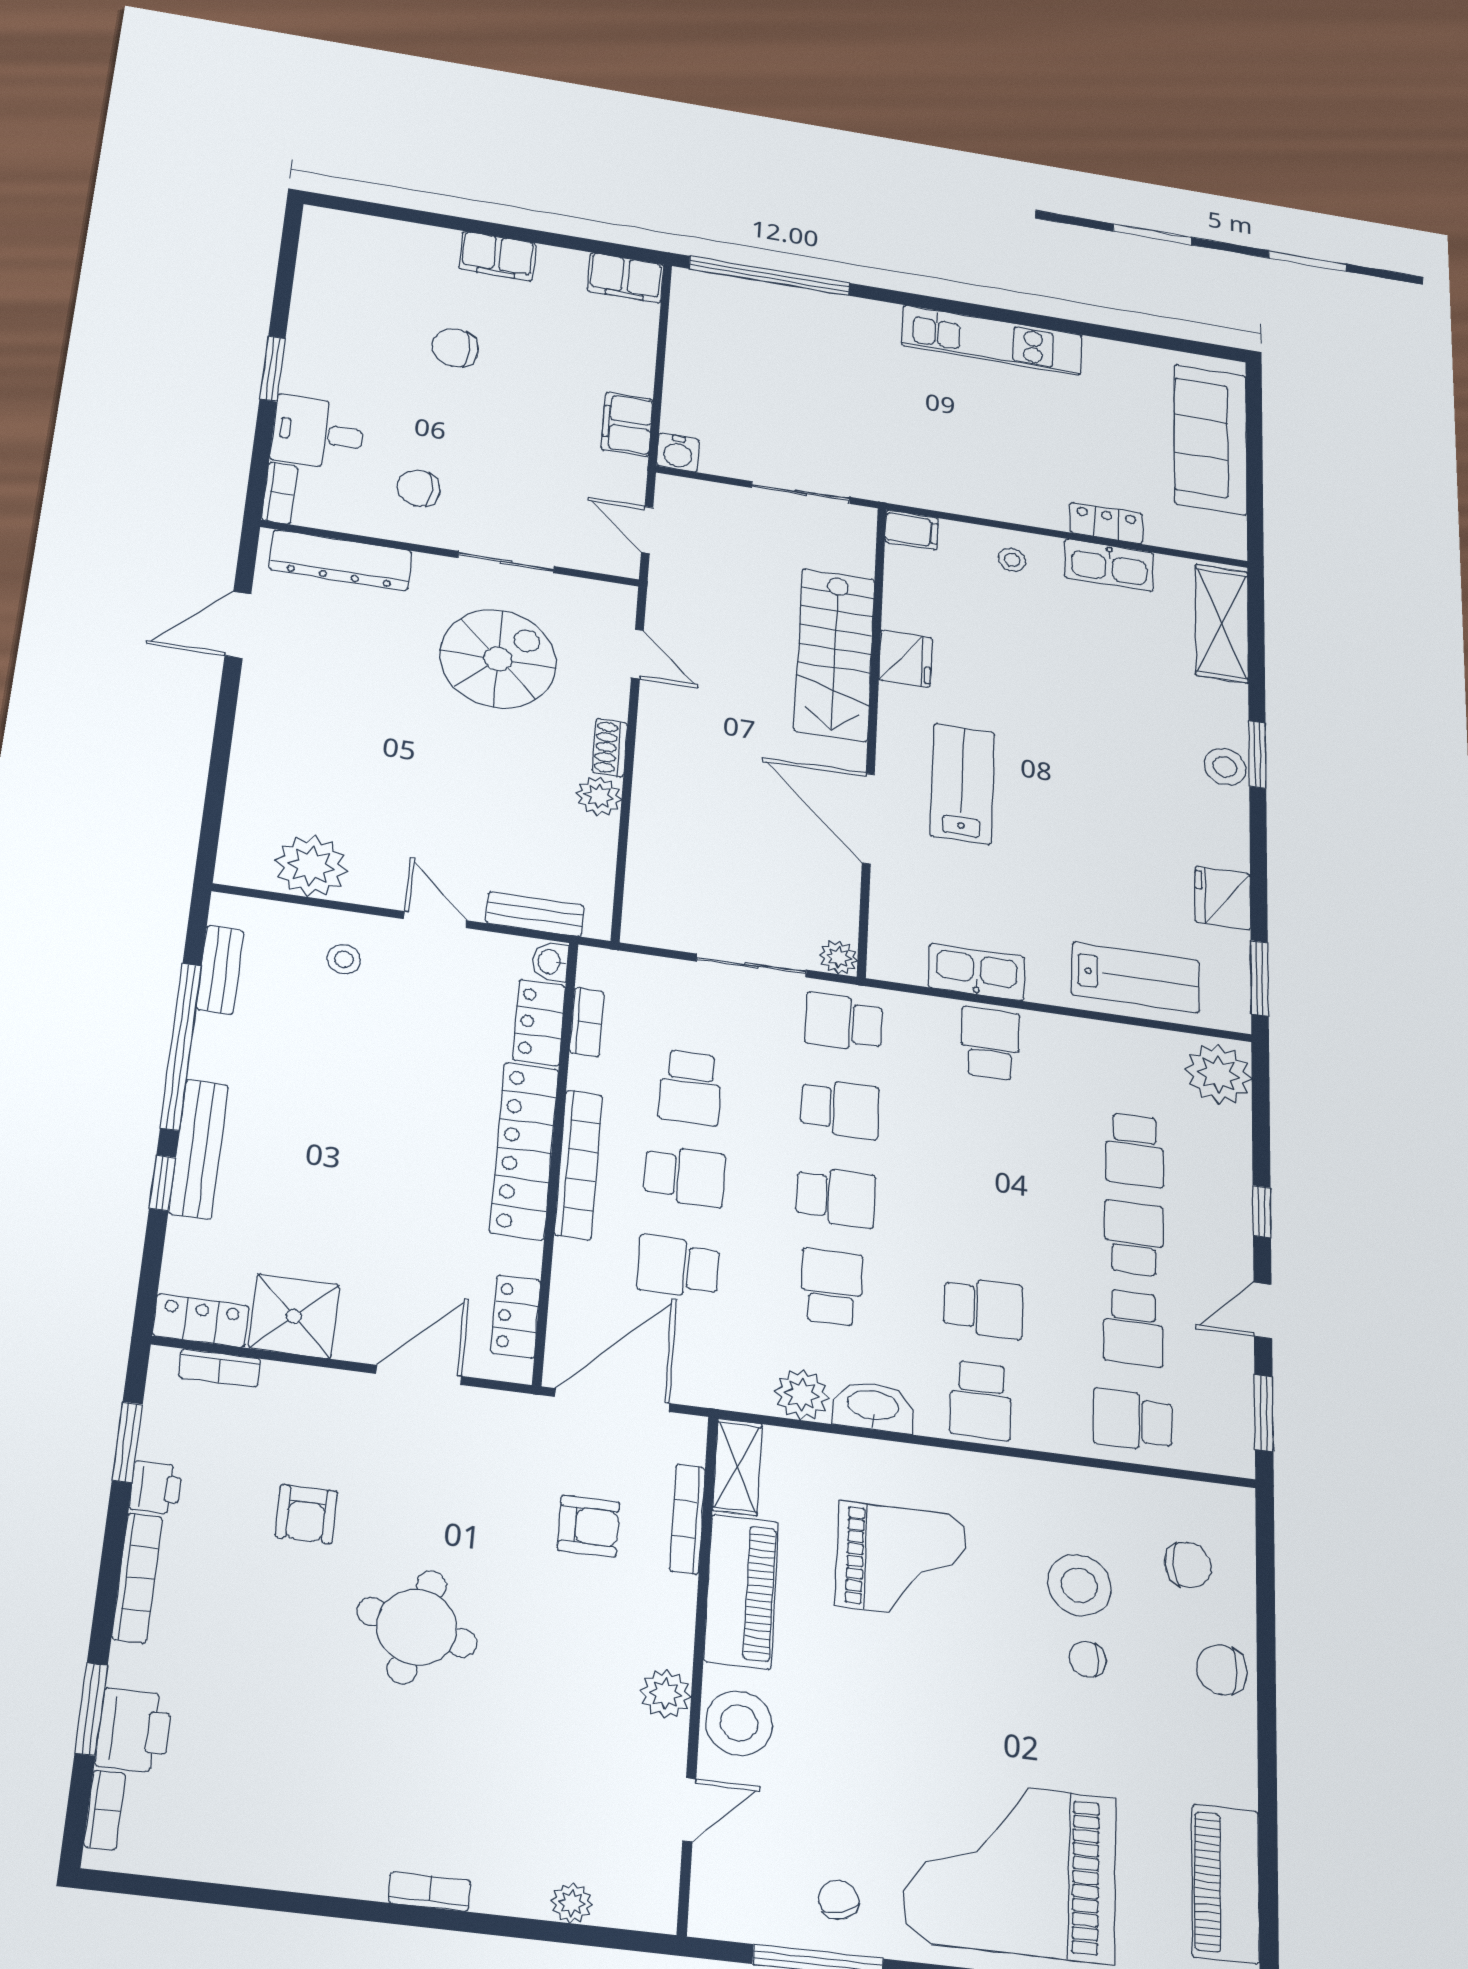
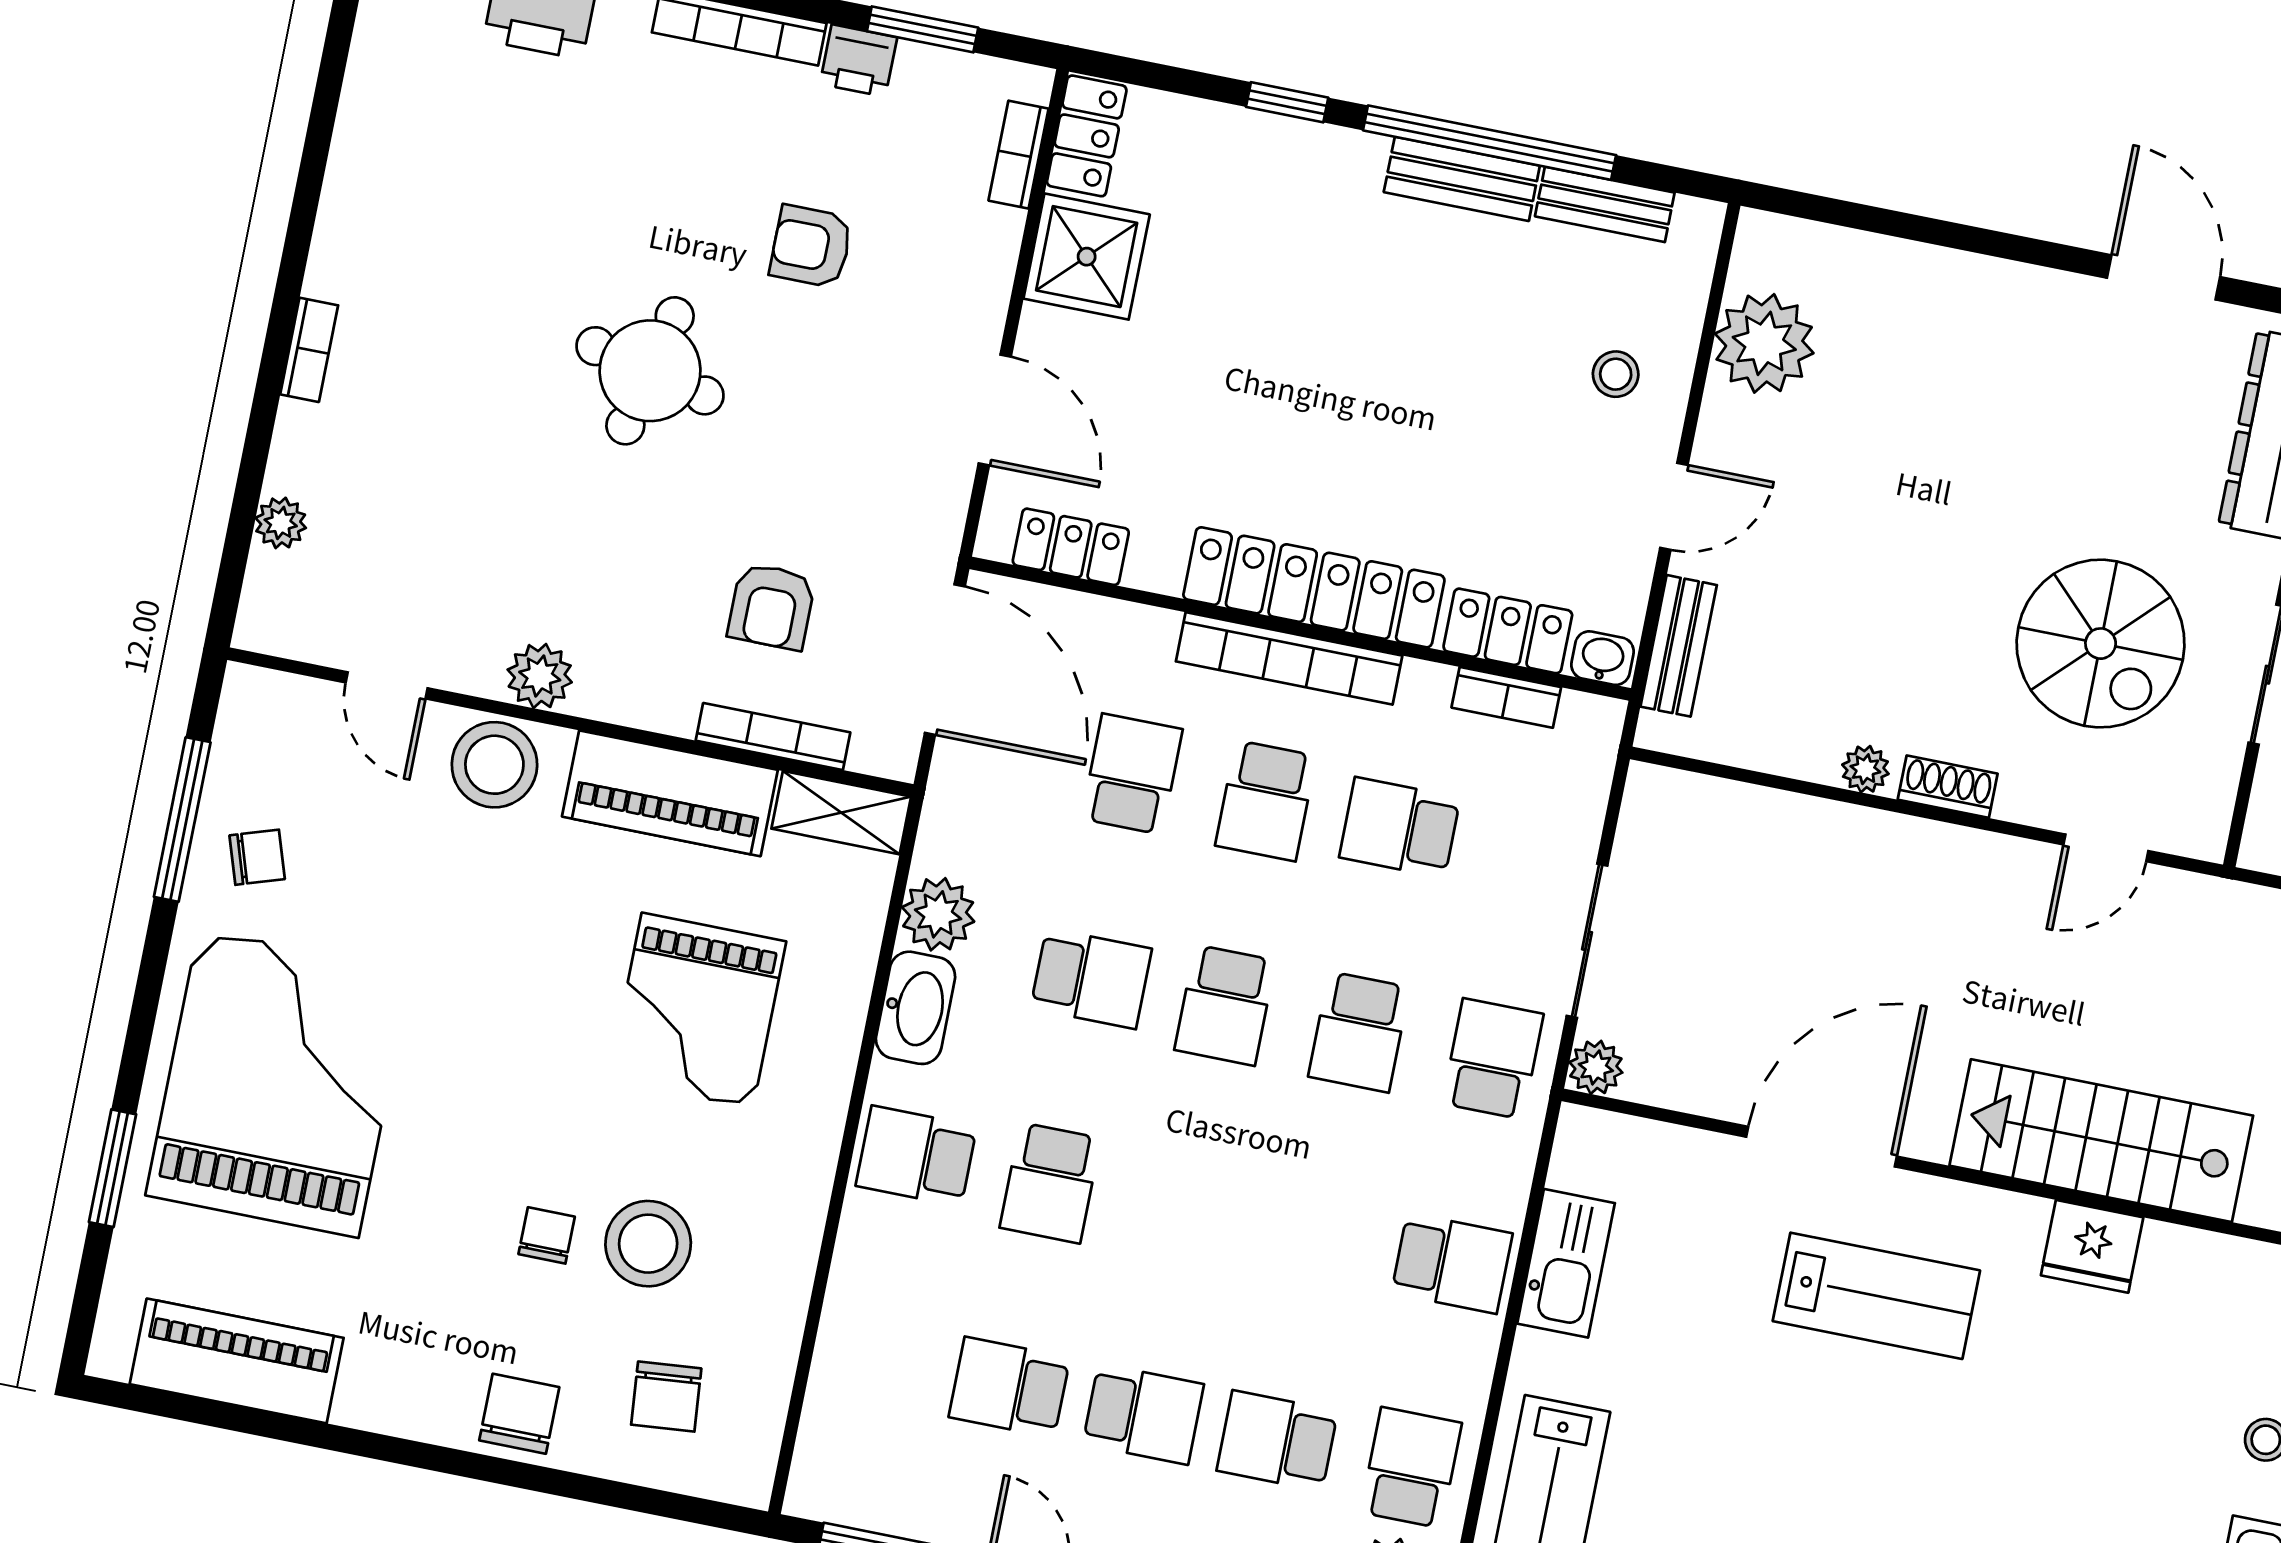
plant: (599, 796) -> (1865, 769), width x0.73, depth x0.73
bench: (199, 1149) -> (1462, 179), moved, width x0.73
school desk: (1133, 1420) -> (1411, 1468), moved

